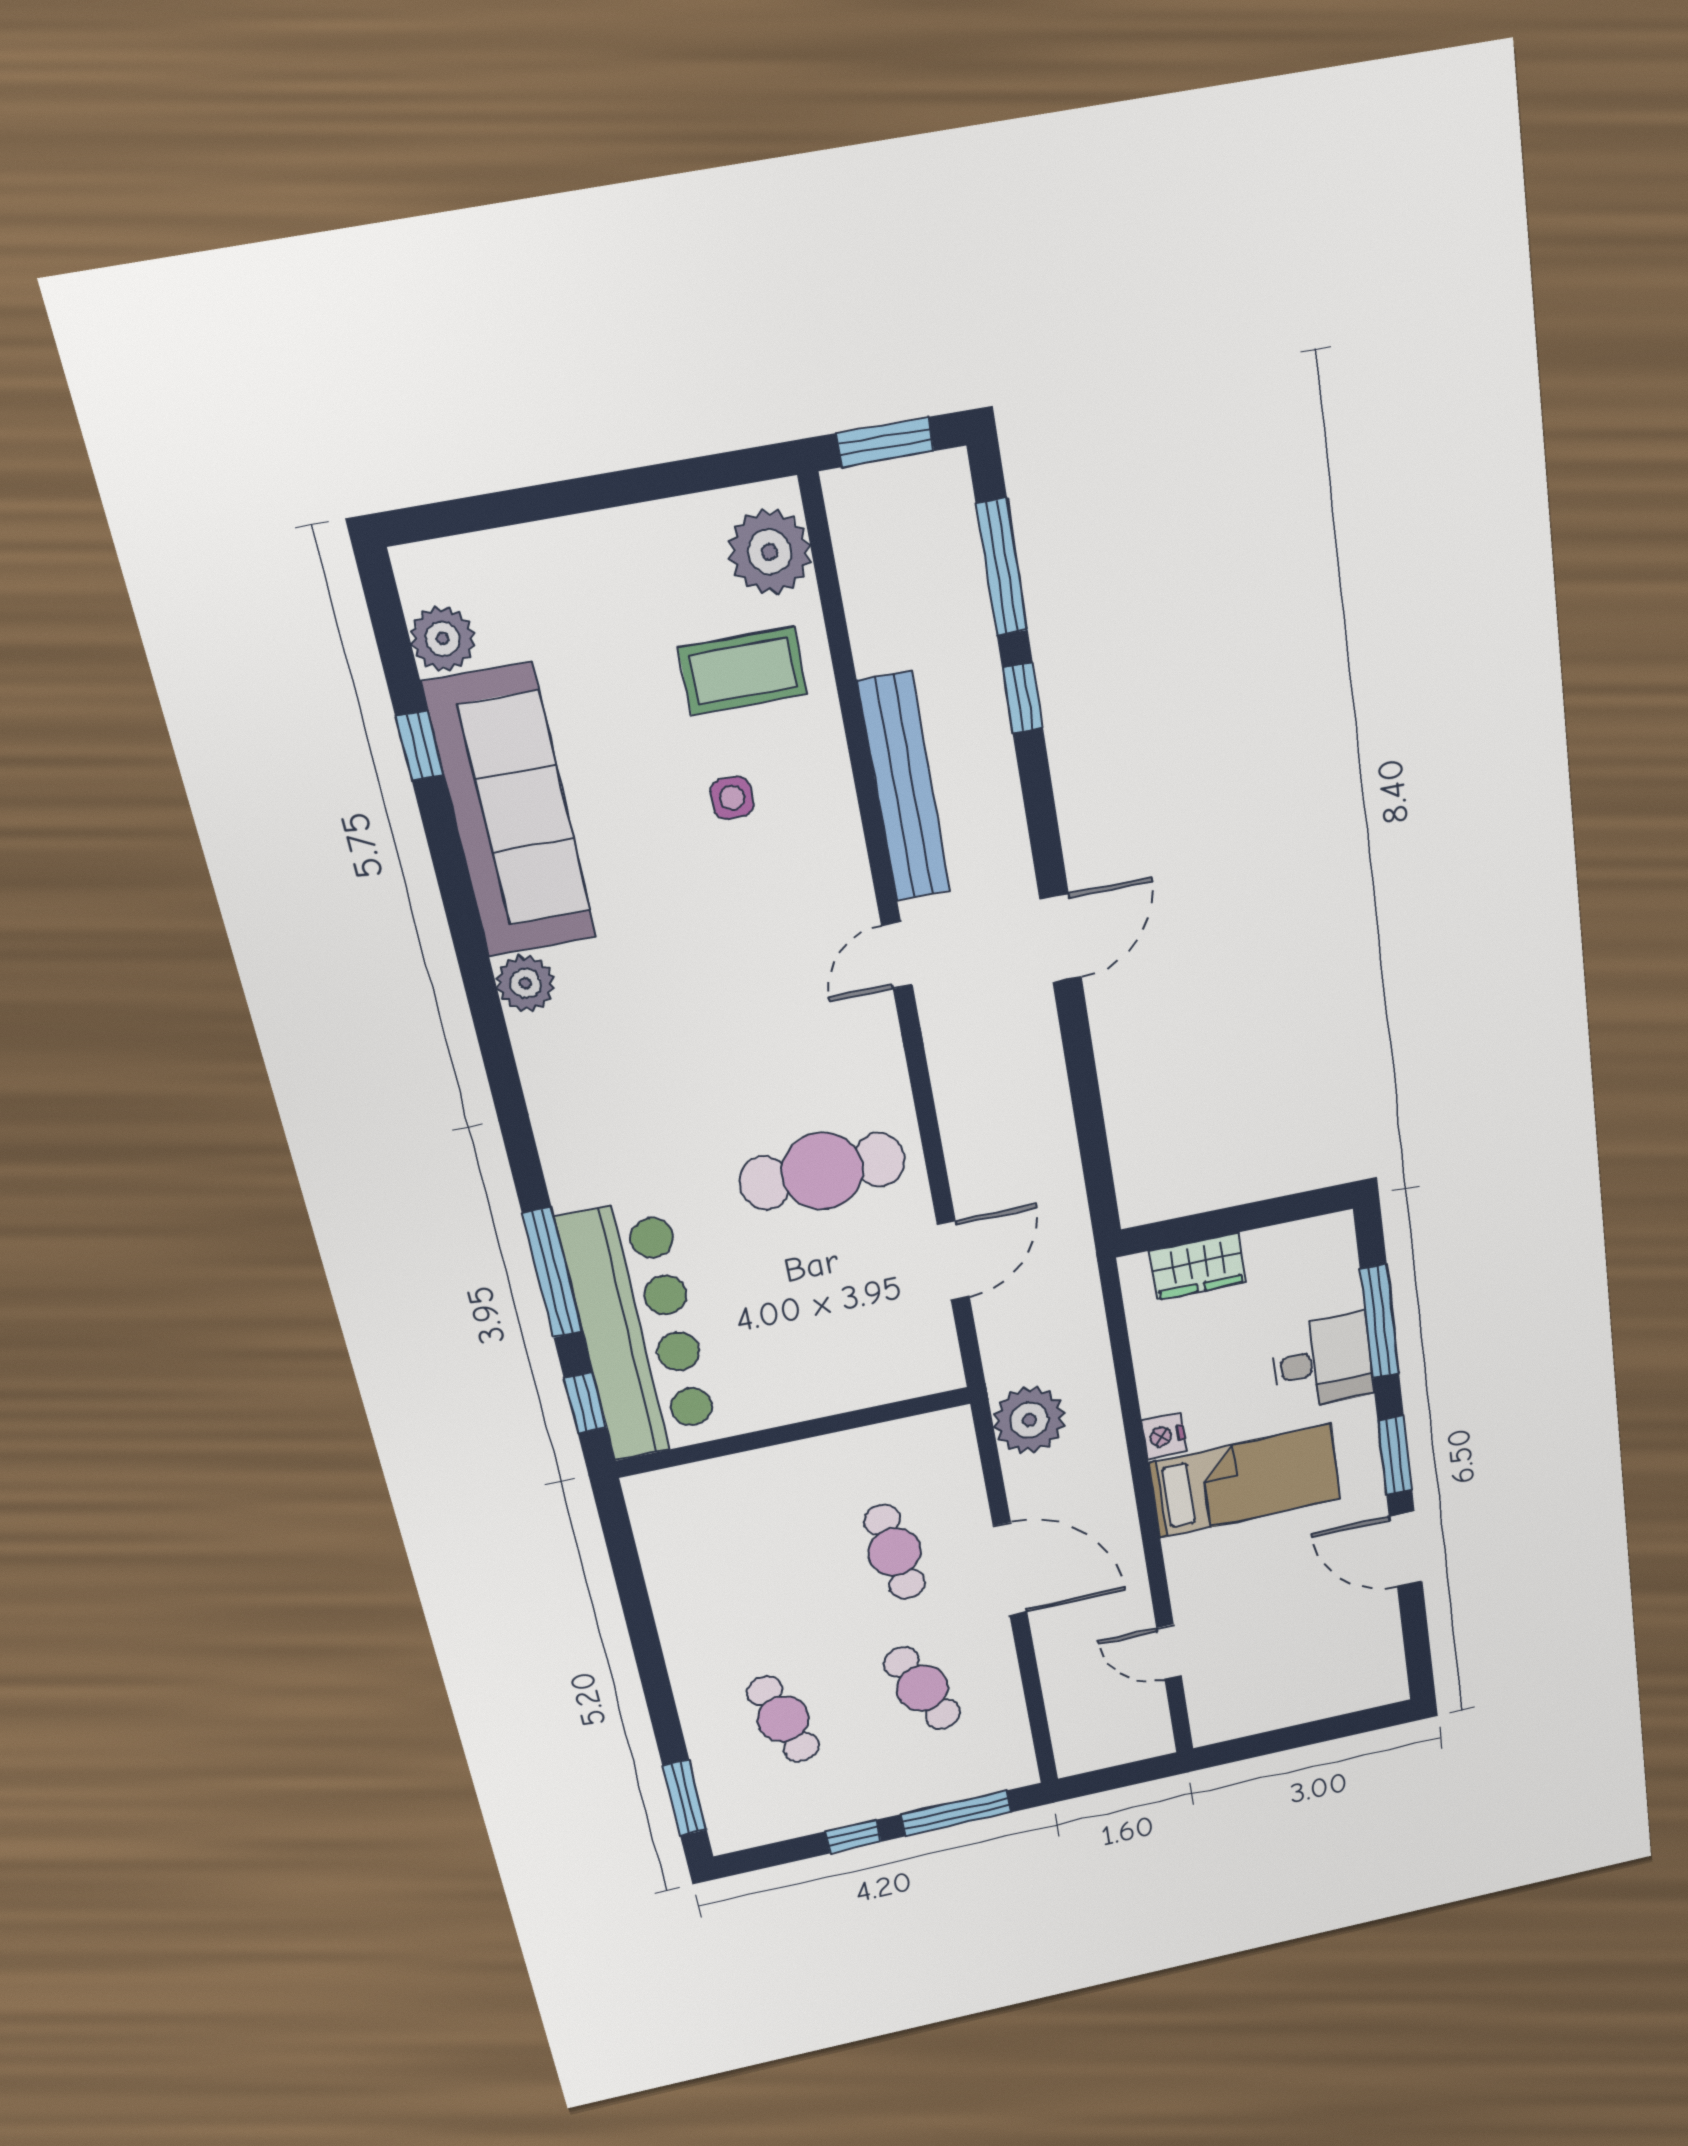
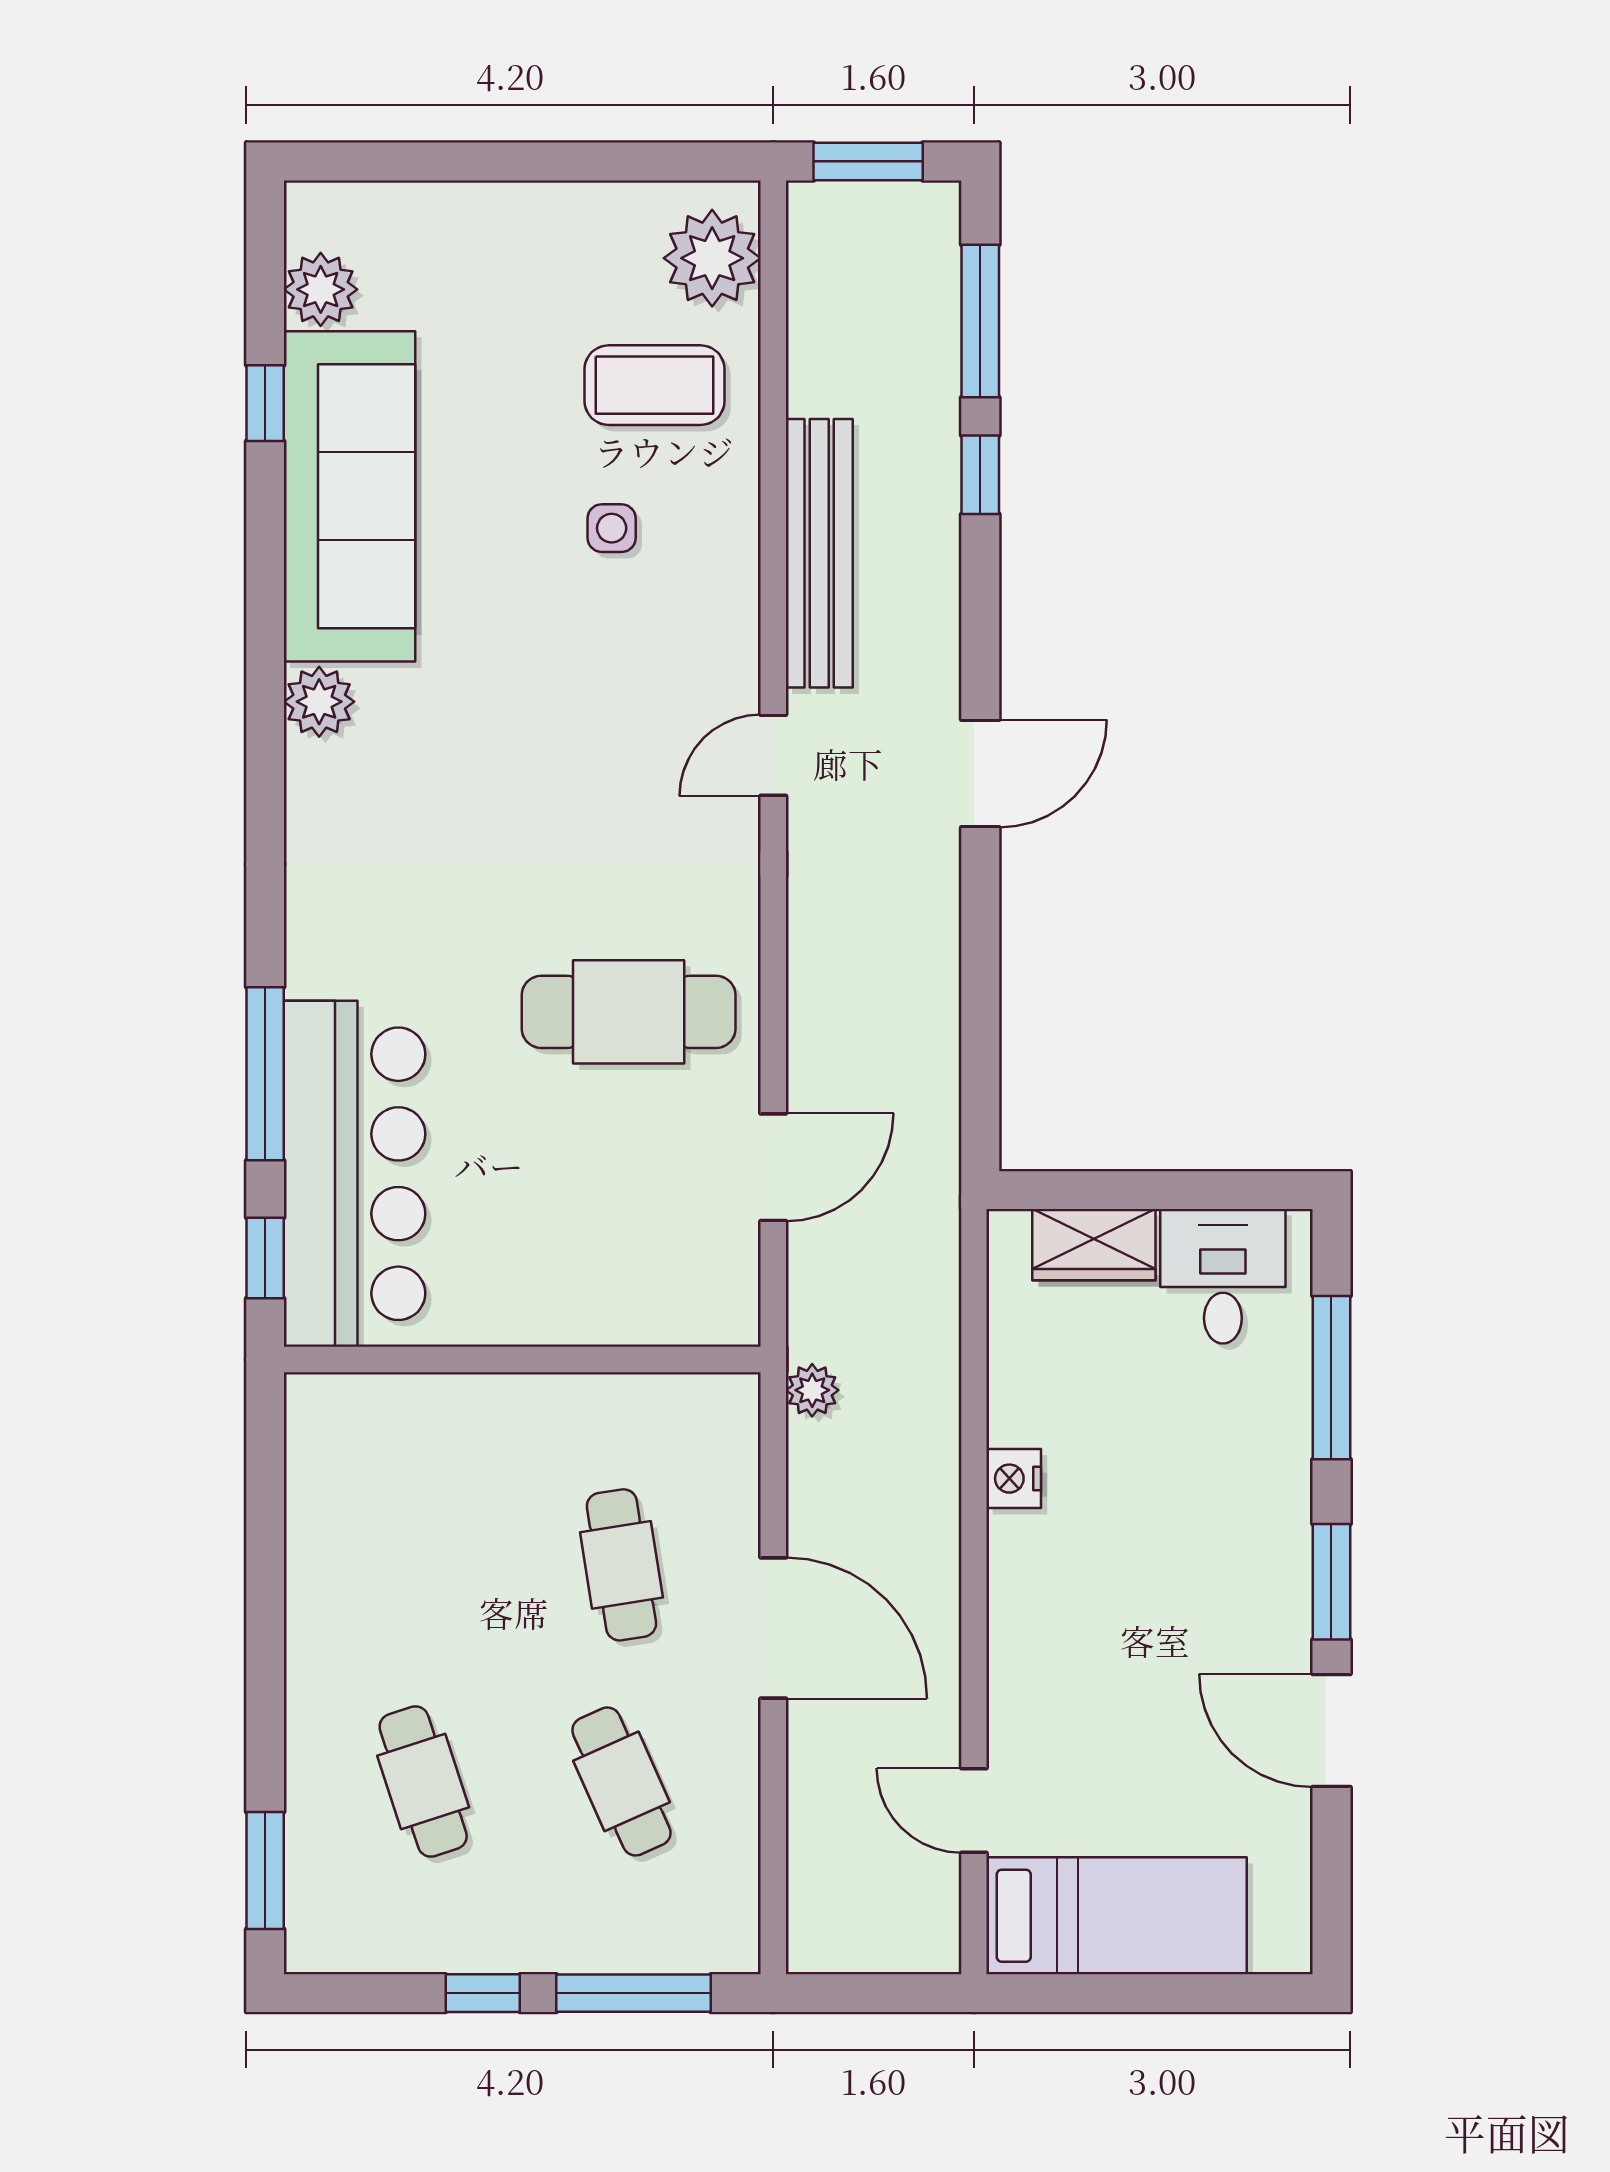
desk: (1322, 1362) -> (1223, 1276), moved, turned -90
plant: (1029, 1420) -> (812, 1390), width x0.53, depth x0.53
bed: (1245, 1481) -> (1117, 1916), moved

